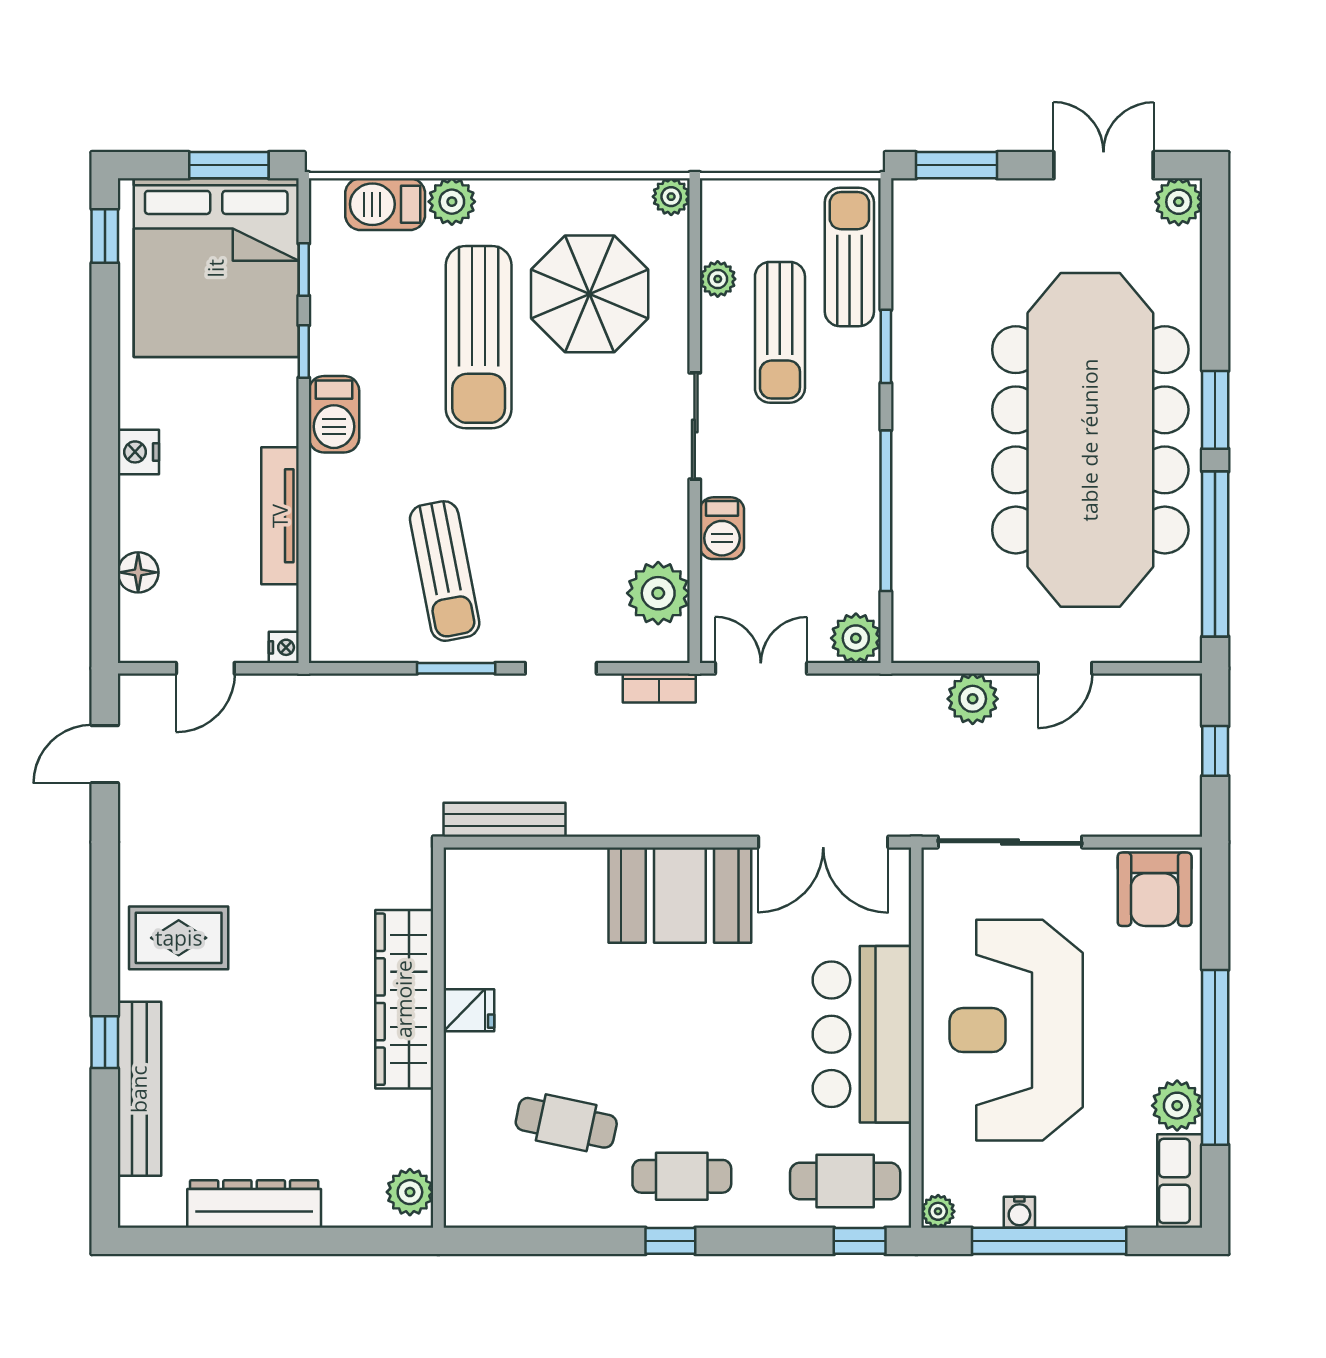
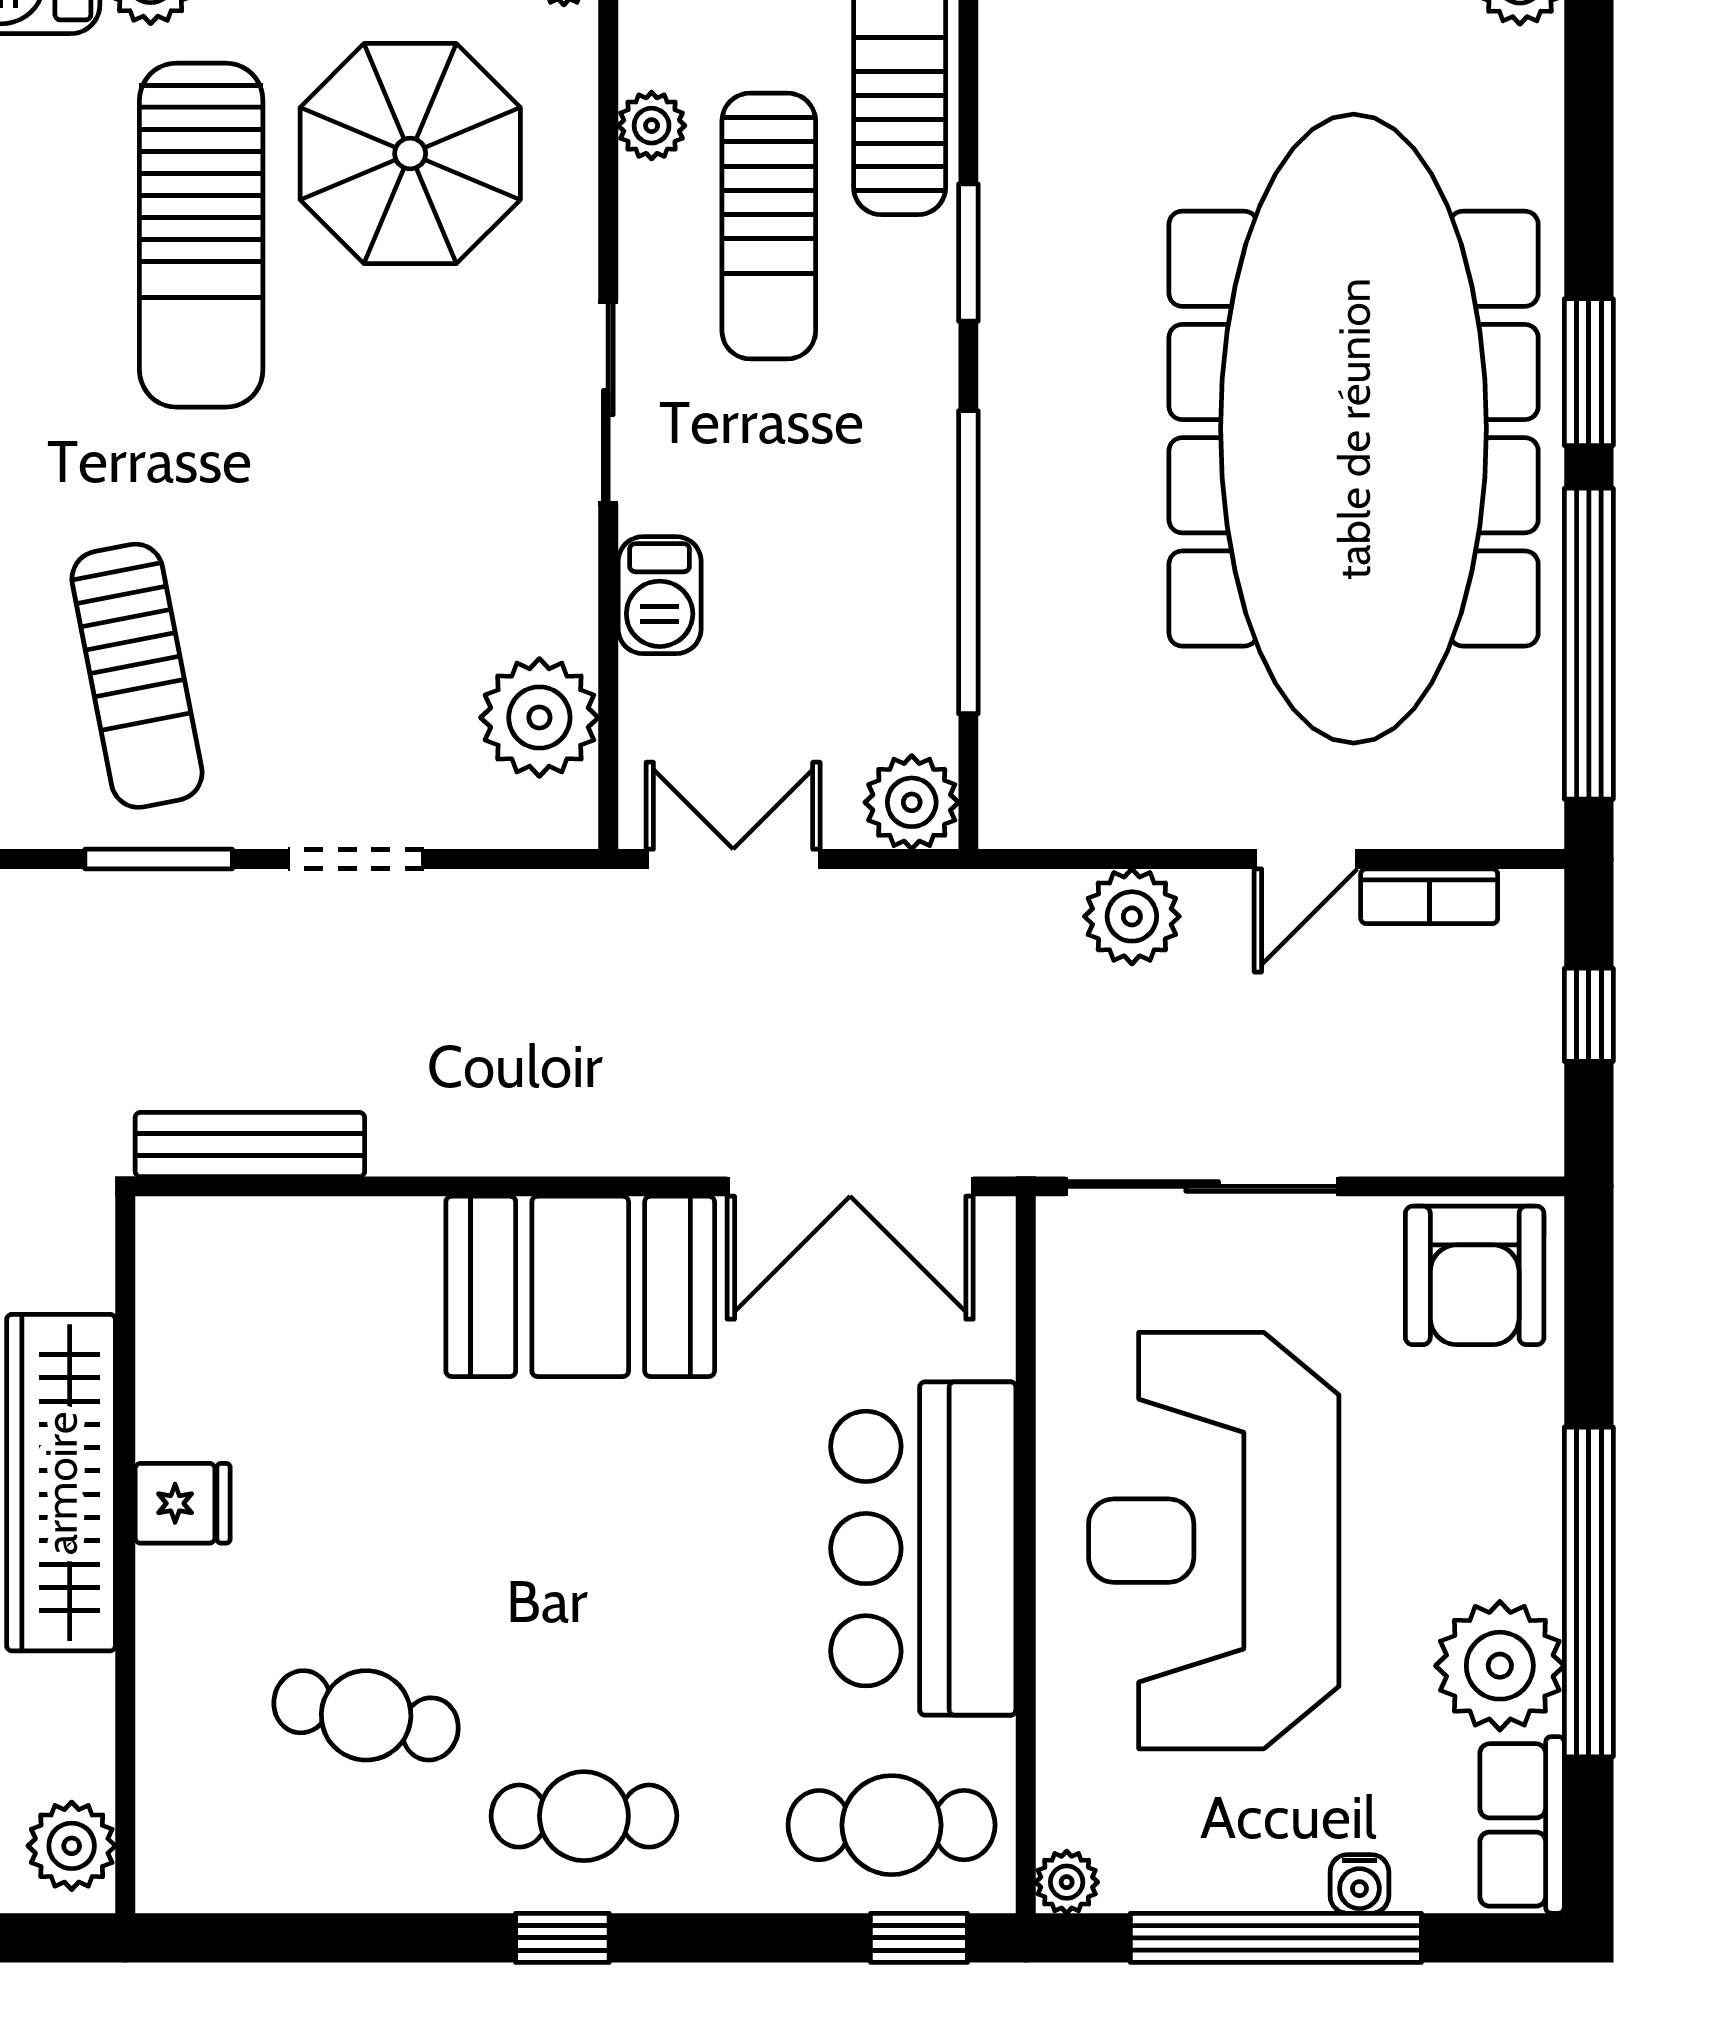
bookcase: (659, 688) -> (1429, 896), moved
plant: (1177, 1106) -> (1500, 1666), width x1.36, depth x1.36
water cooler: (1019, 1212) -> (1359, 1884), moved

